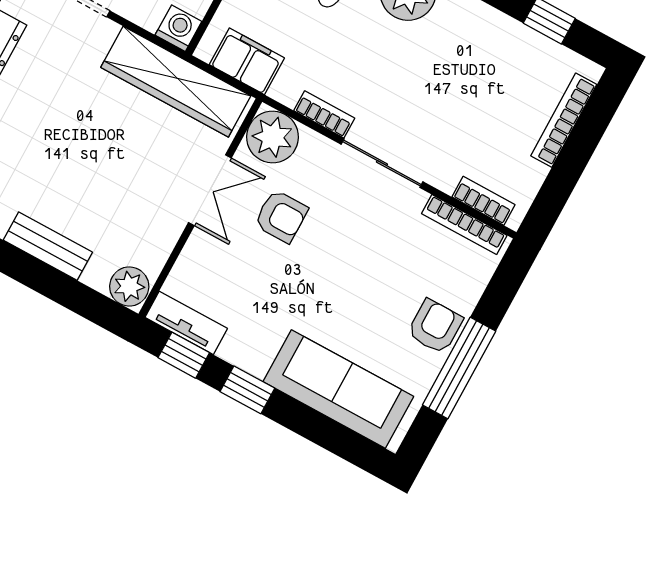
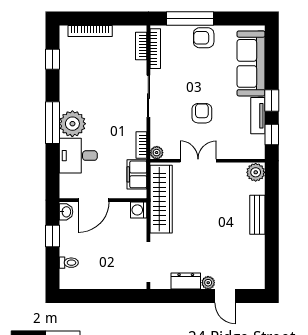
bookcase: (324, 114) -> (141, 145), moved
plant: (273, 137) -> (157, 153), width x0.53, depth x0.53
armchair: (281, 216) -> (202, 113), moved
tv unit: (186, 323) -> (258, 116), moved
window: (459, 368) -> (190, 19), moved

